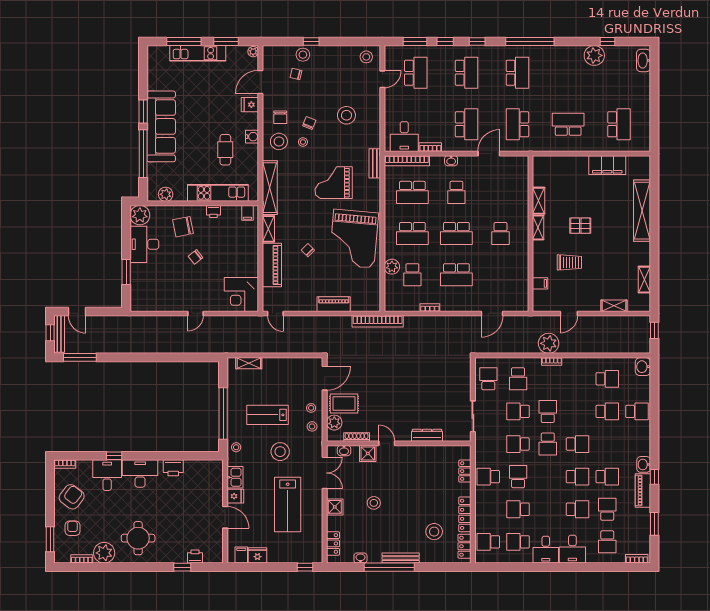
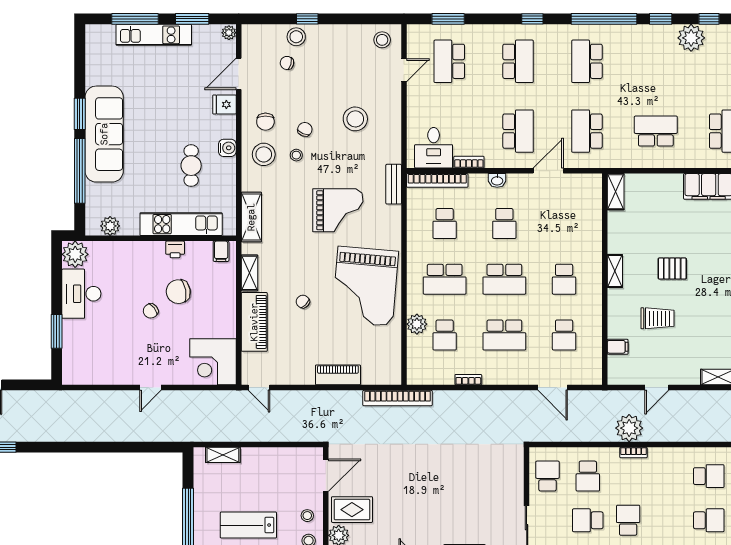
window: (445, 41) -> (661, 19), moved
school desk: (416, 73) -> (449, 61), turned 180
school desk: (517, 73) -> (587, 61), turned 180
grand piano: (334, 183) -> (338, 210), turned 180
shelving: (270, 188) -> (251, 217), width x0.68
school desk: (412, 192) -> (445, 223), width x0.54
shelving: (539, 201) -> (616, 192), moved
chair: (183, 227) -> (178, 292), moved
school desk: (501, 275) -> (564, 335), added
door: (492, 313) -> (553, 388), hinge flipped

